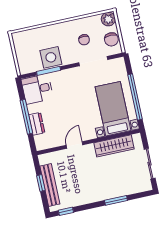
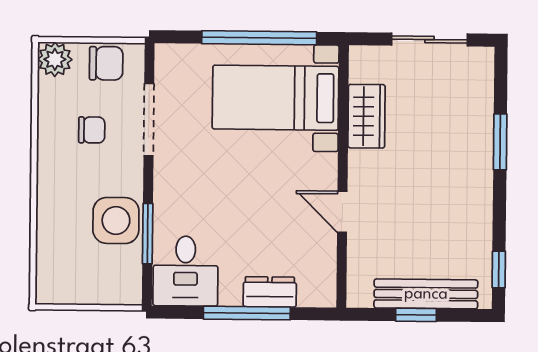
wardrobe: (114, 146) -> (366, 116), width x0.67

